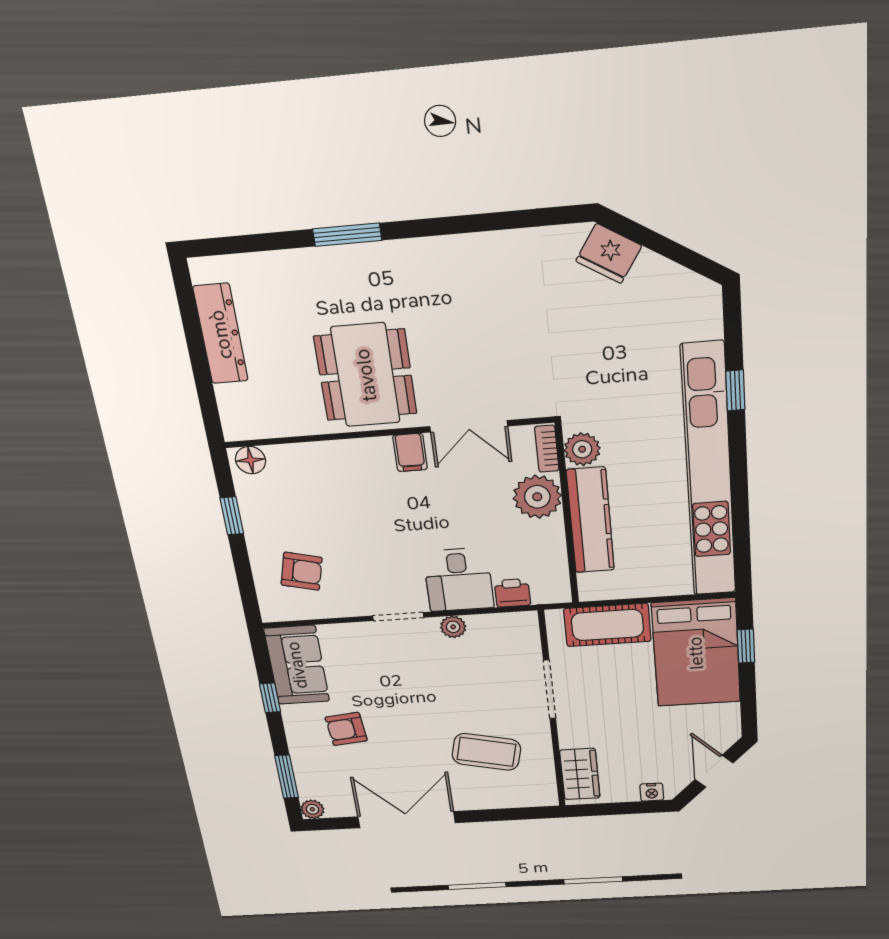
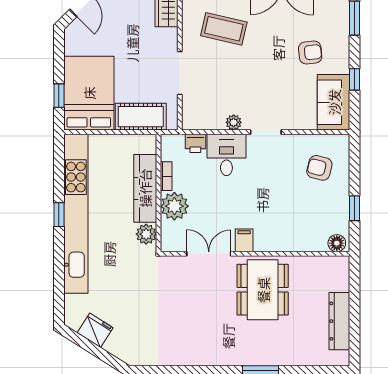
fridge: (609, 253) -> (95, 330), moved
window: (735, 390) -> (59, 215), moved
bookcase: (547, 449) -> (166, 176), moved

